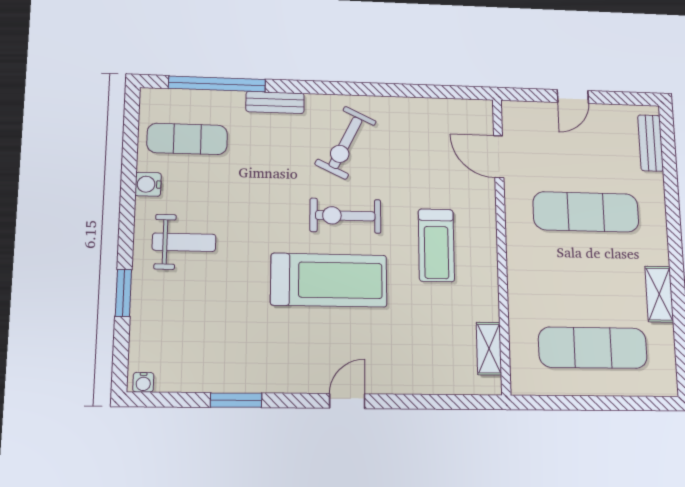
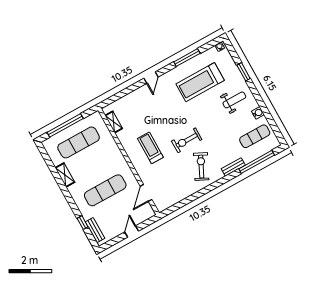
door: (499, 157) -> (146, 193), swing flipped
window: (670, 173) -> (83, 223), added
exercise bike: (345, 216) -> (187, 140), turned 180
weight bench: (184, 242) -> (234, 100), turned 180
treadmill: (329, 280) -> (200, 82), moved
window: (236, 400) -> (187, 58), width x1.44
window: (604, 403) -> (65, 125), added

